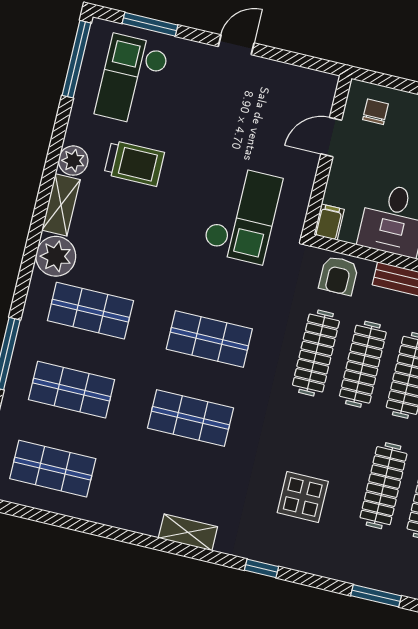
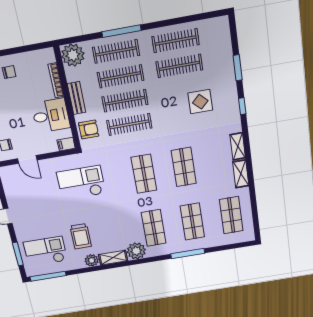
checkout: (132, 80) -> (45, 251), turned 180
trolley: (134, 163) -> (81, 236), turned 180
shelving: (131, 518) -> (241, 174), added
window: (376, 596) -> (238, 68), moved

